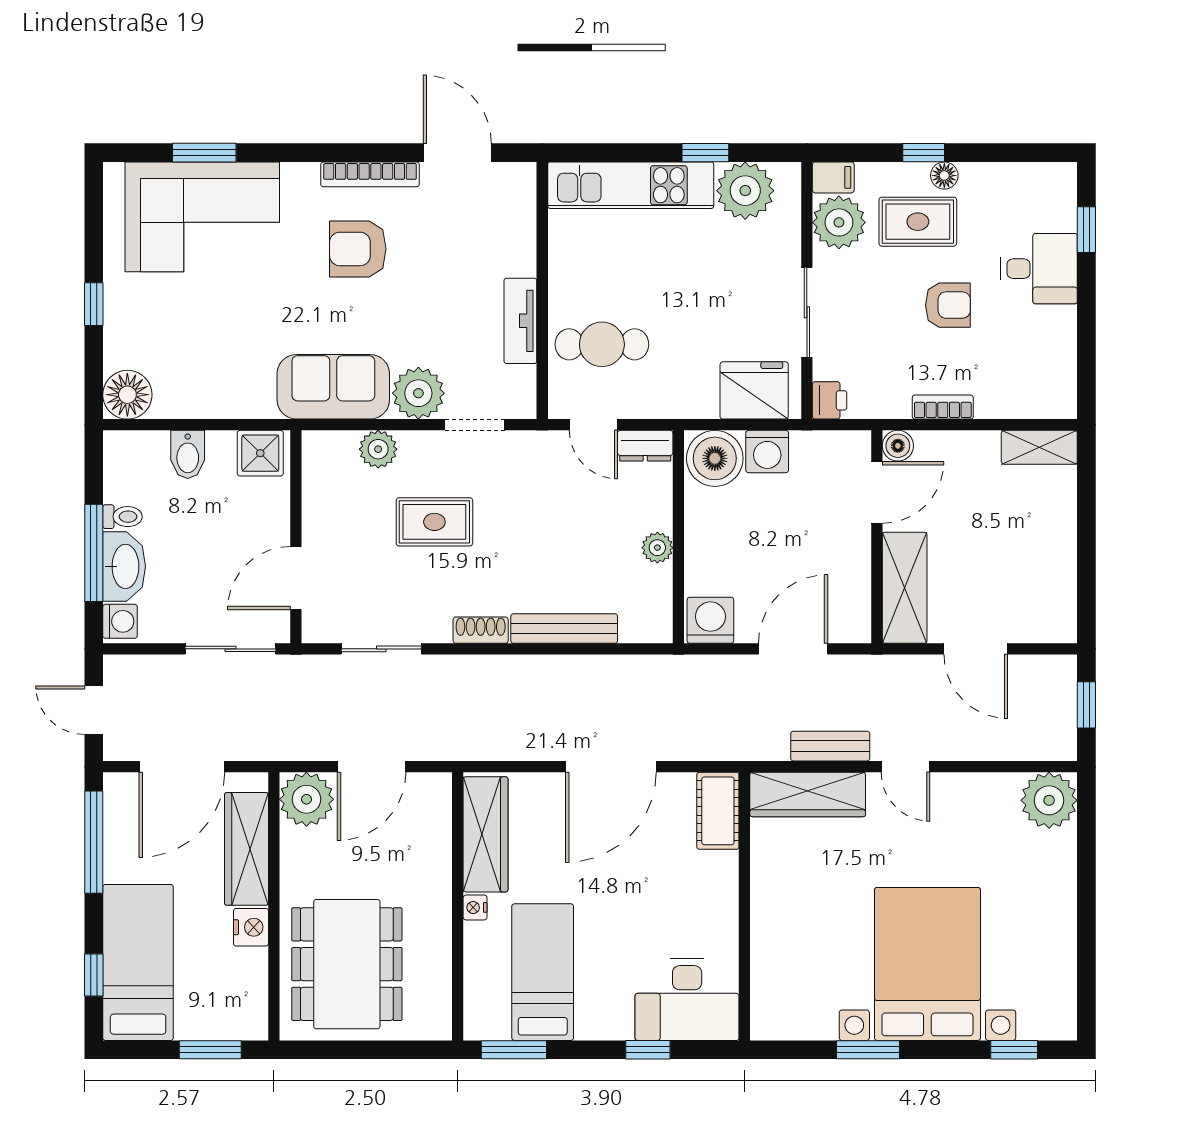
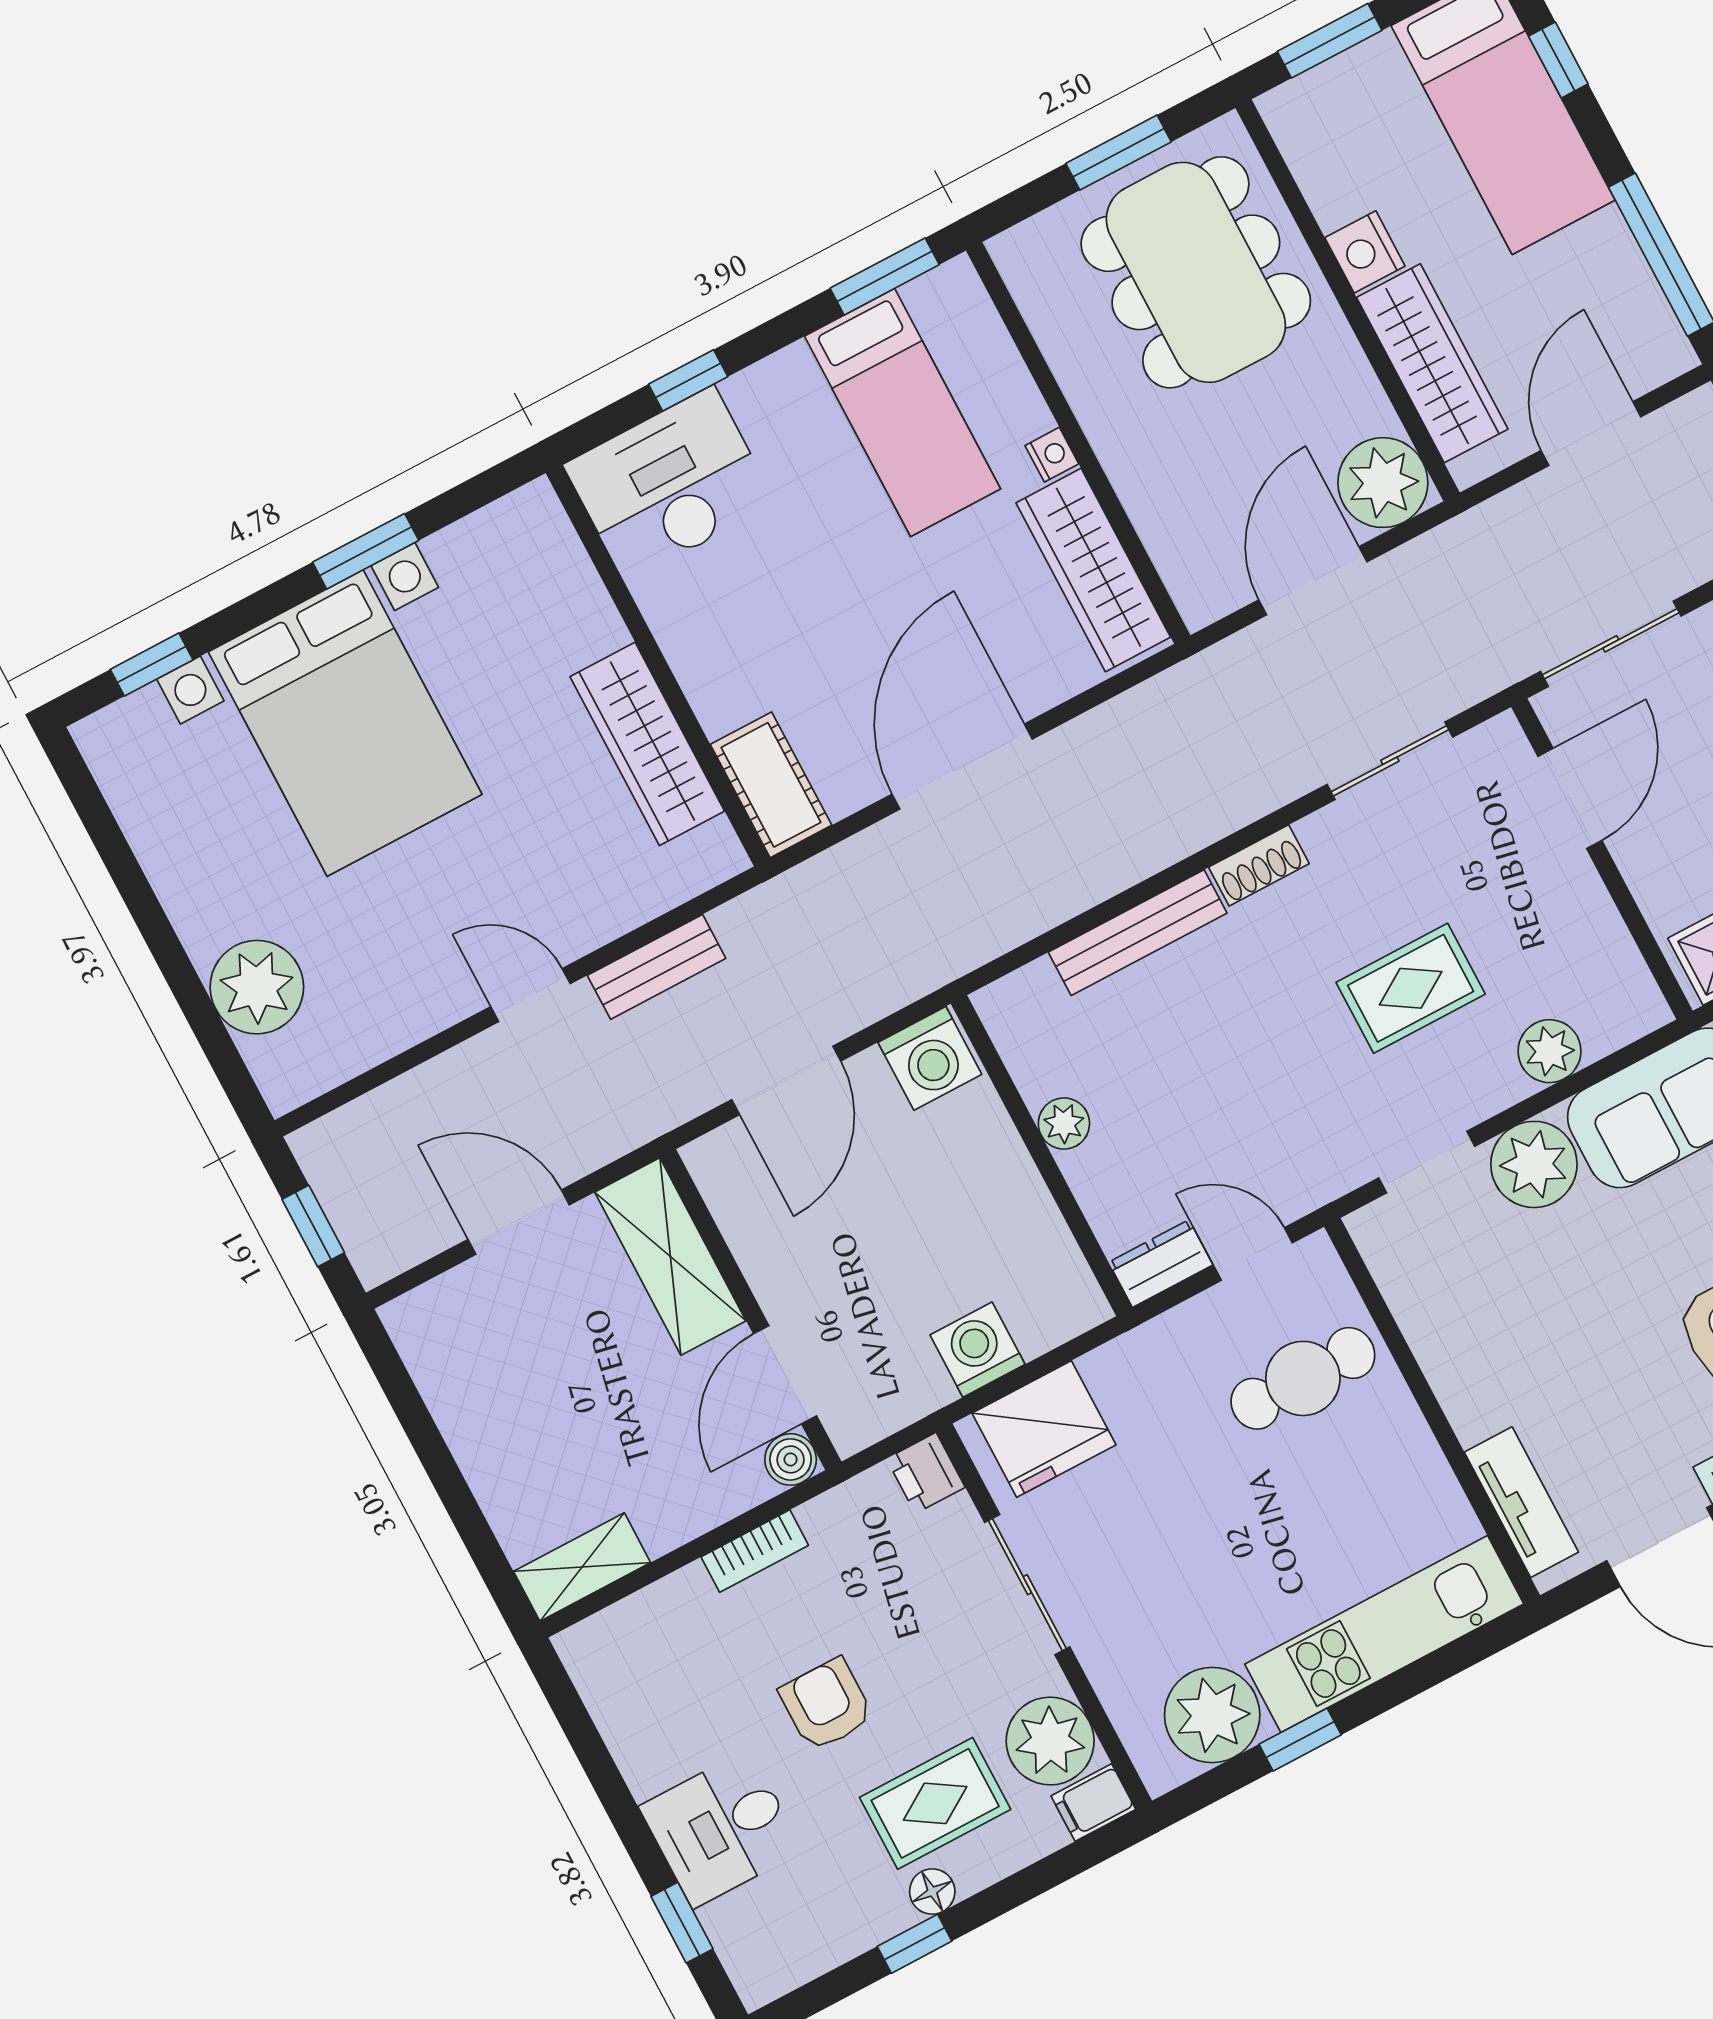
window: (924, 153) -> (914, 1944), moved
armchair: (948, 305) -> (826, 1705), turned 90
tv unit: (520, 321) -> (1521, 1502), moved
boiler: (715, 458) -> (1049, 1299), removed
door: (182, 767) -> (1591, 434), width x0.73
wardrobe: (808, 794) -> (647, 744), moved, turned -90
plant: (1049, 800) -> (257, 987), moved
window: (354, 1050) -> (1119, 153), added

